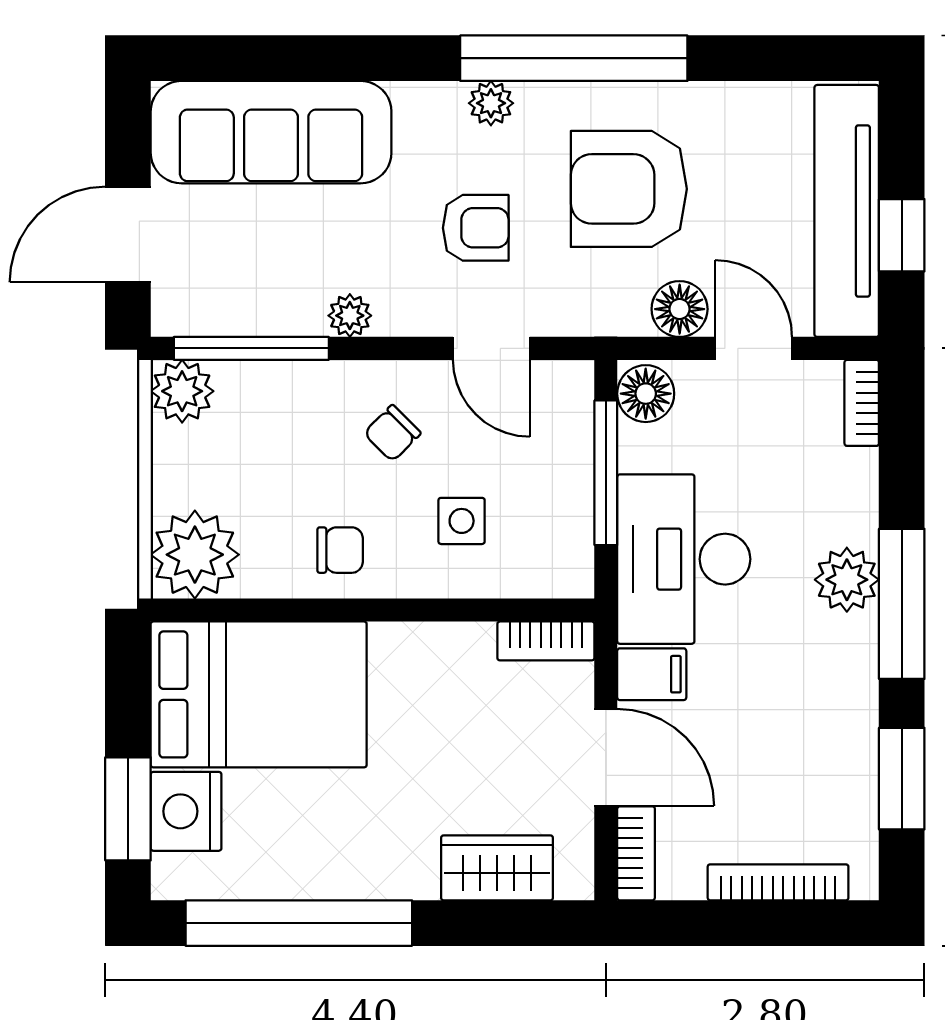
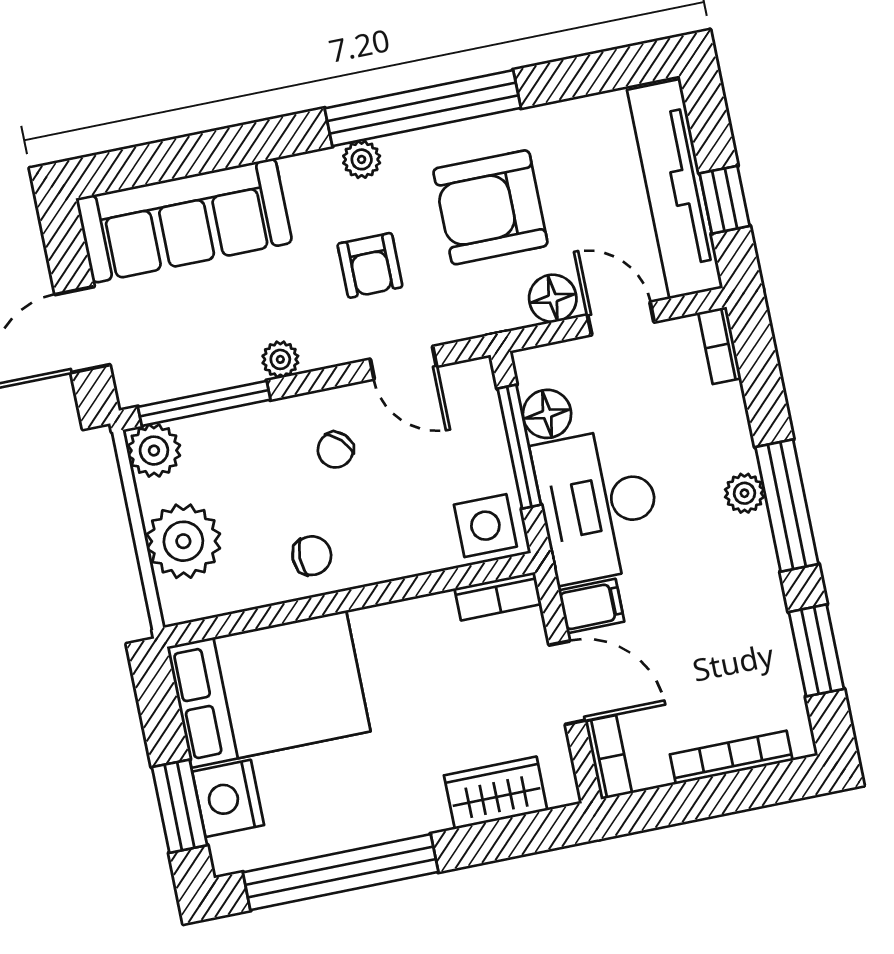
armchair: (476, 228) -> (370, 265), turned 90
floor lamp: (646, 394) -> (547, 414), moved
side table: (462, 521) -> (485, 526), moved, width x1.37, depth x1.37
plant: (195, 555) -> (183, 541), moved
plant: (847, 580) -> (744, 493), width x0.73, depth x0.73

